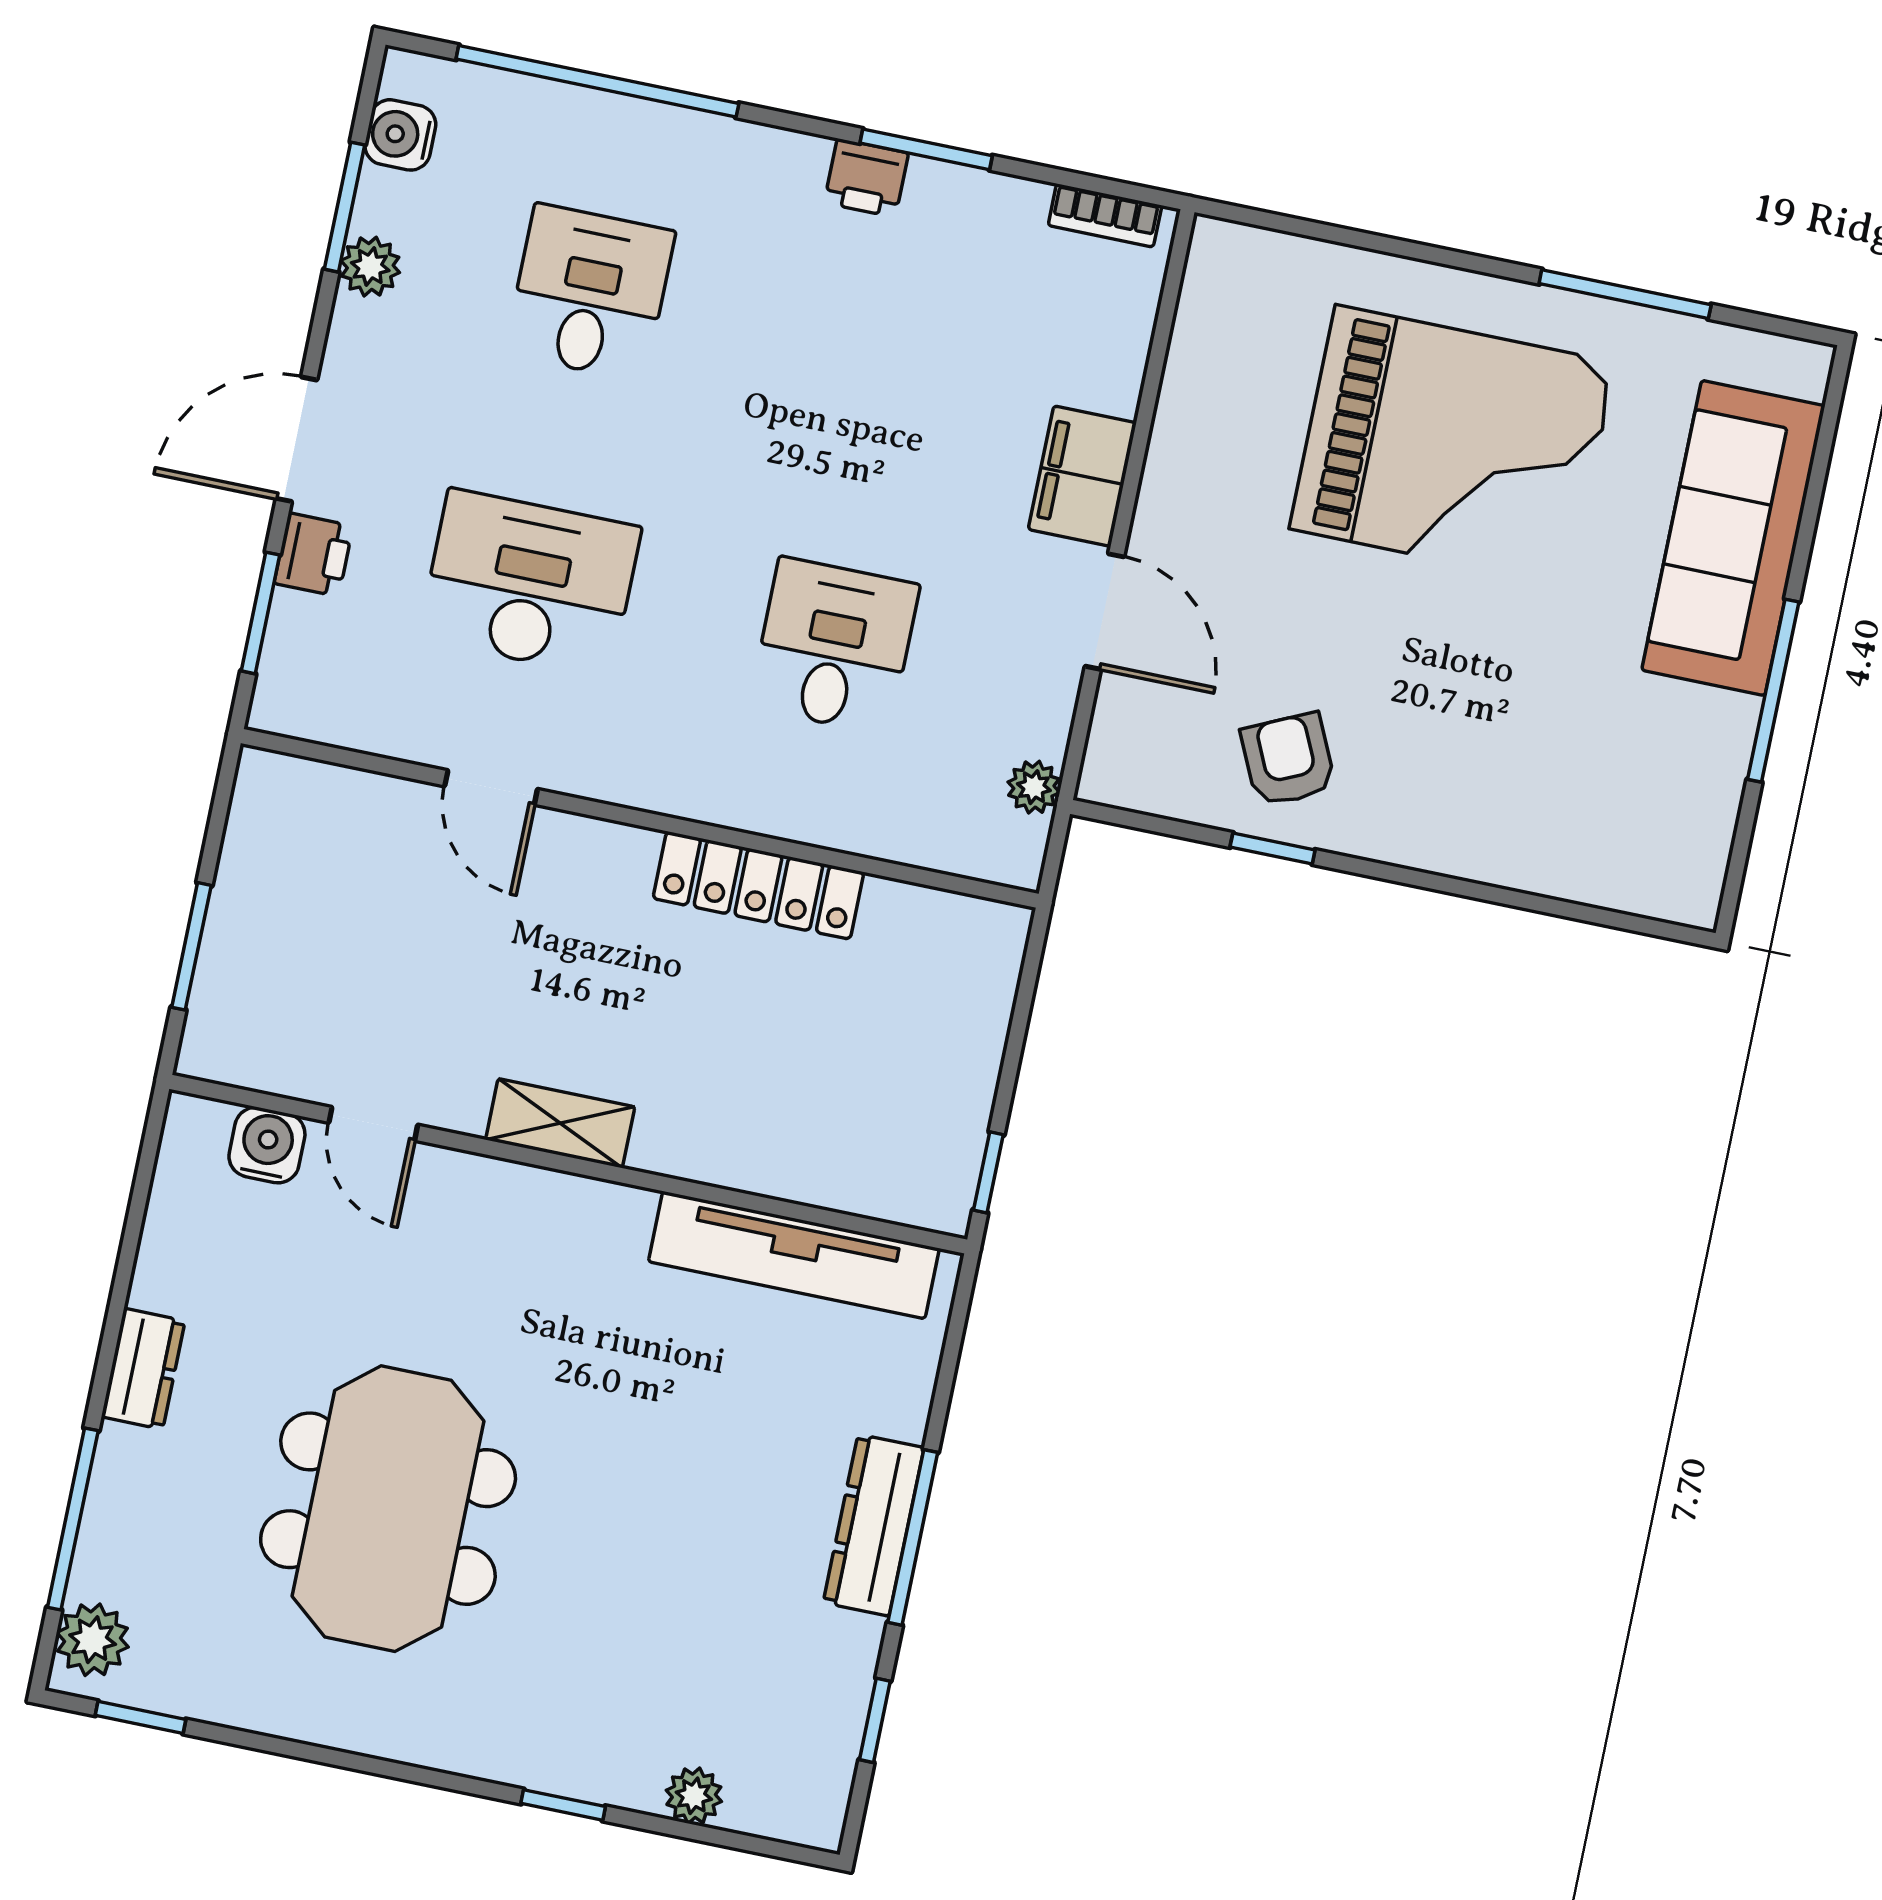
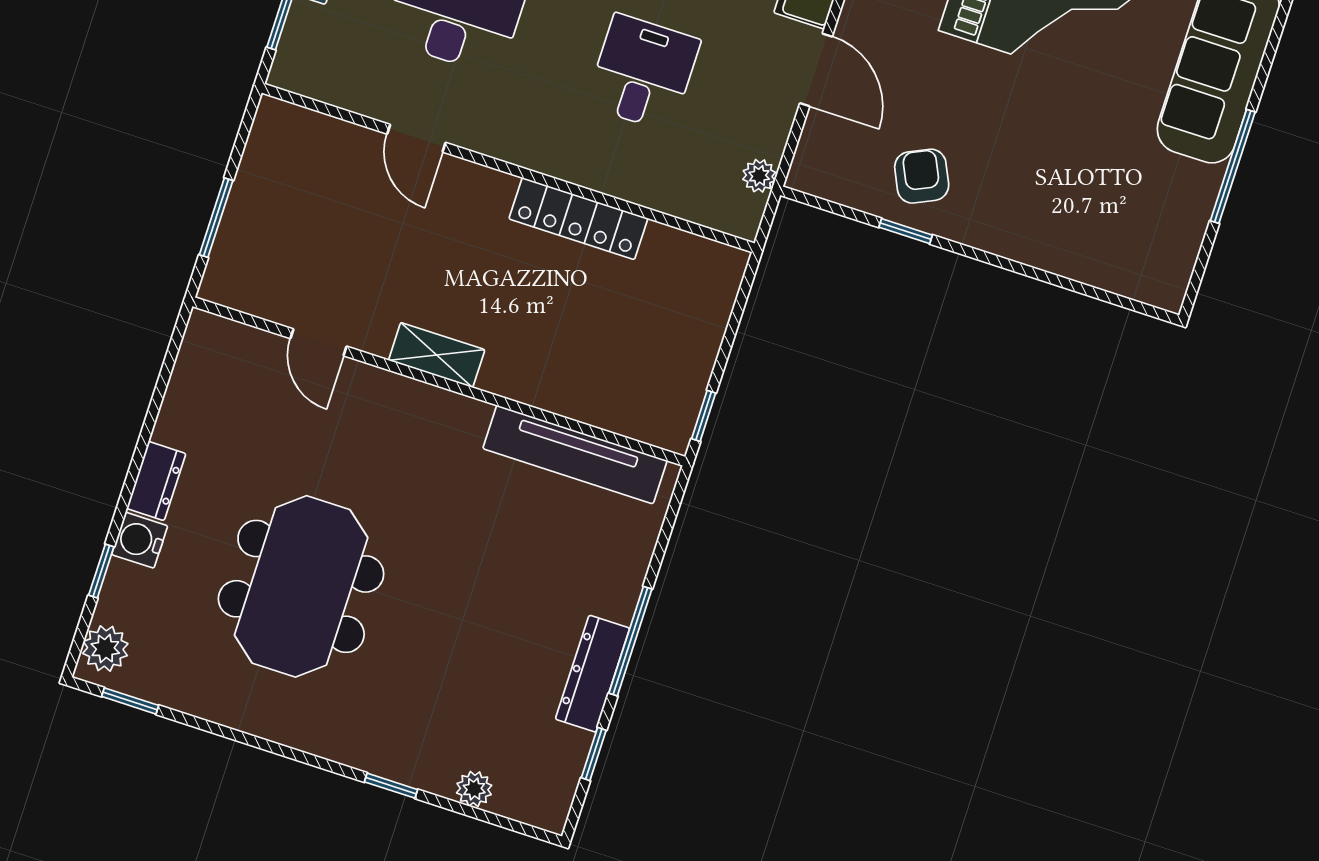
water cooler: (267, 1145) -> (140, 540), moved, turned -90
window: (73, 1519) -> (101, 571), width x0.46
dresser: (874, 1525) -> (593, 674), moved

